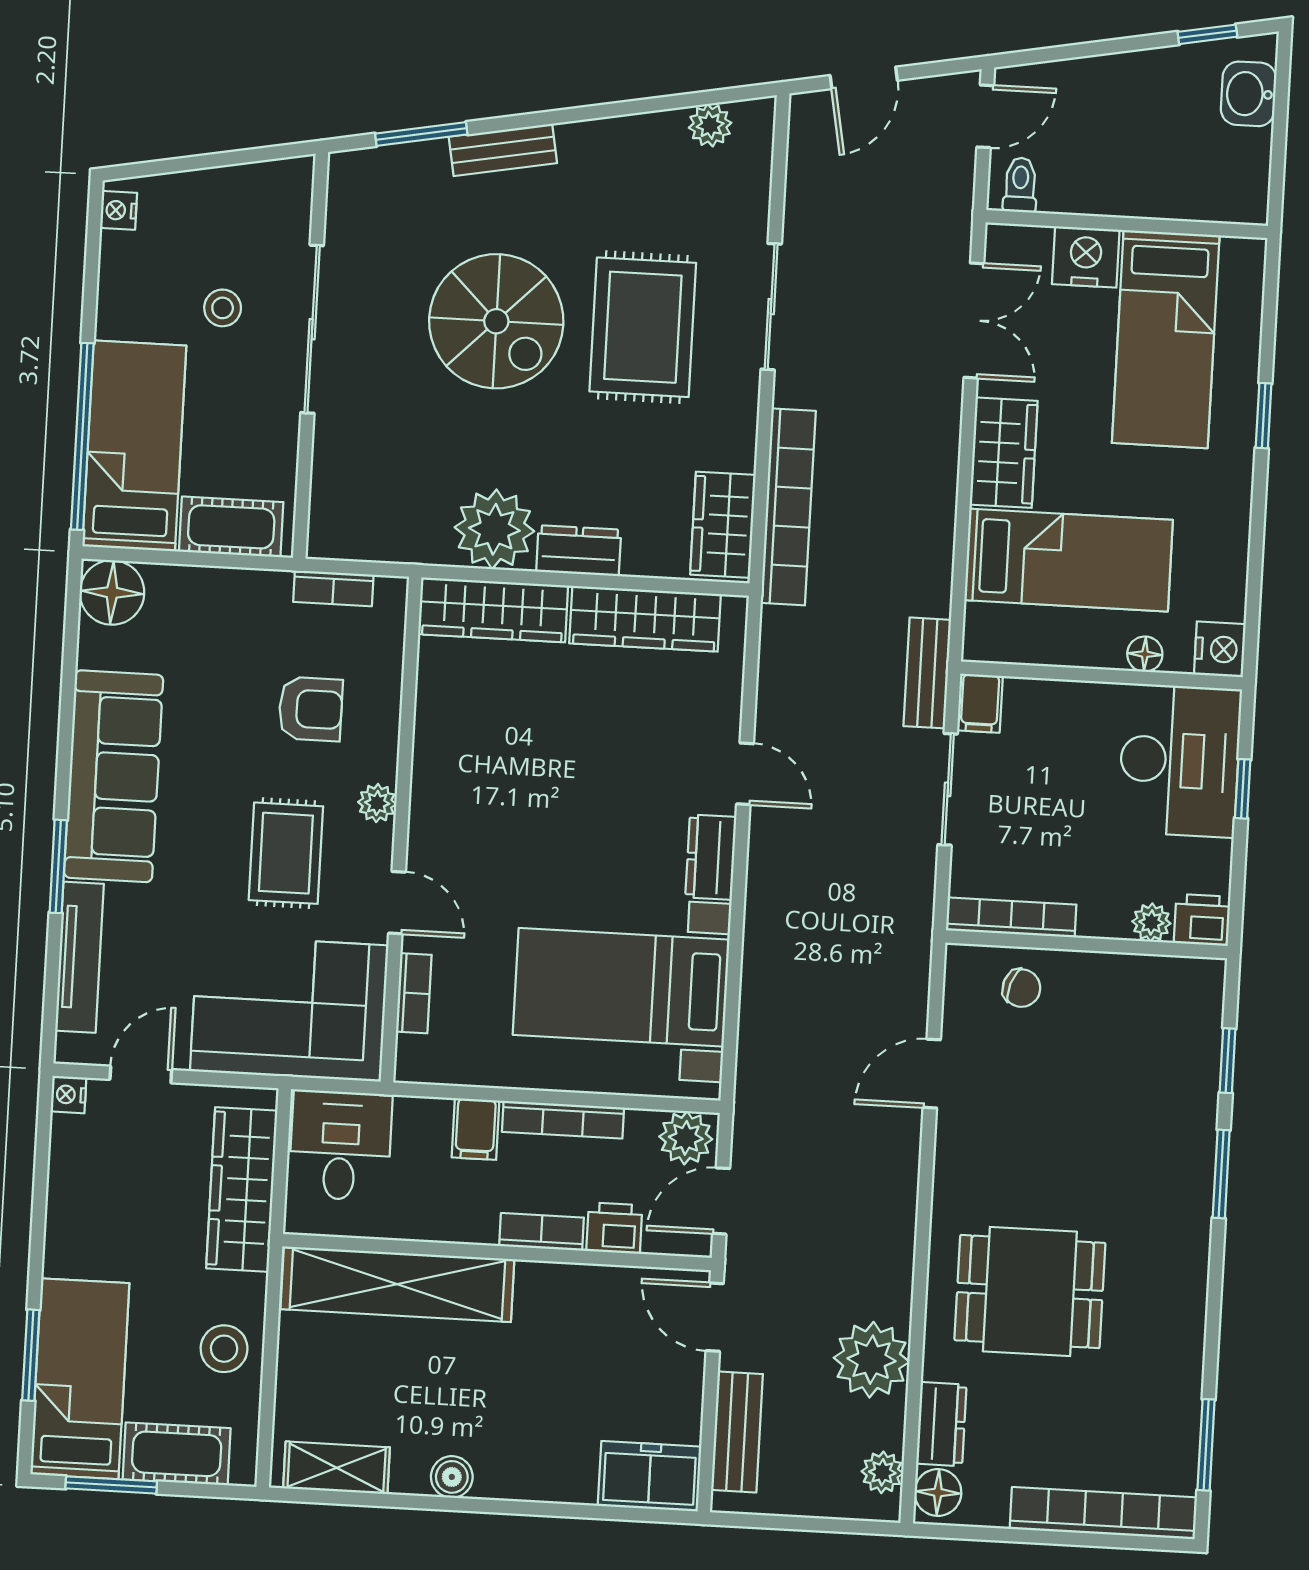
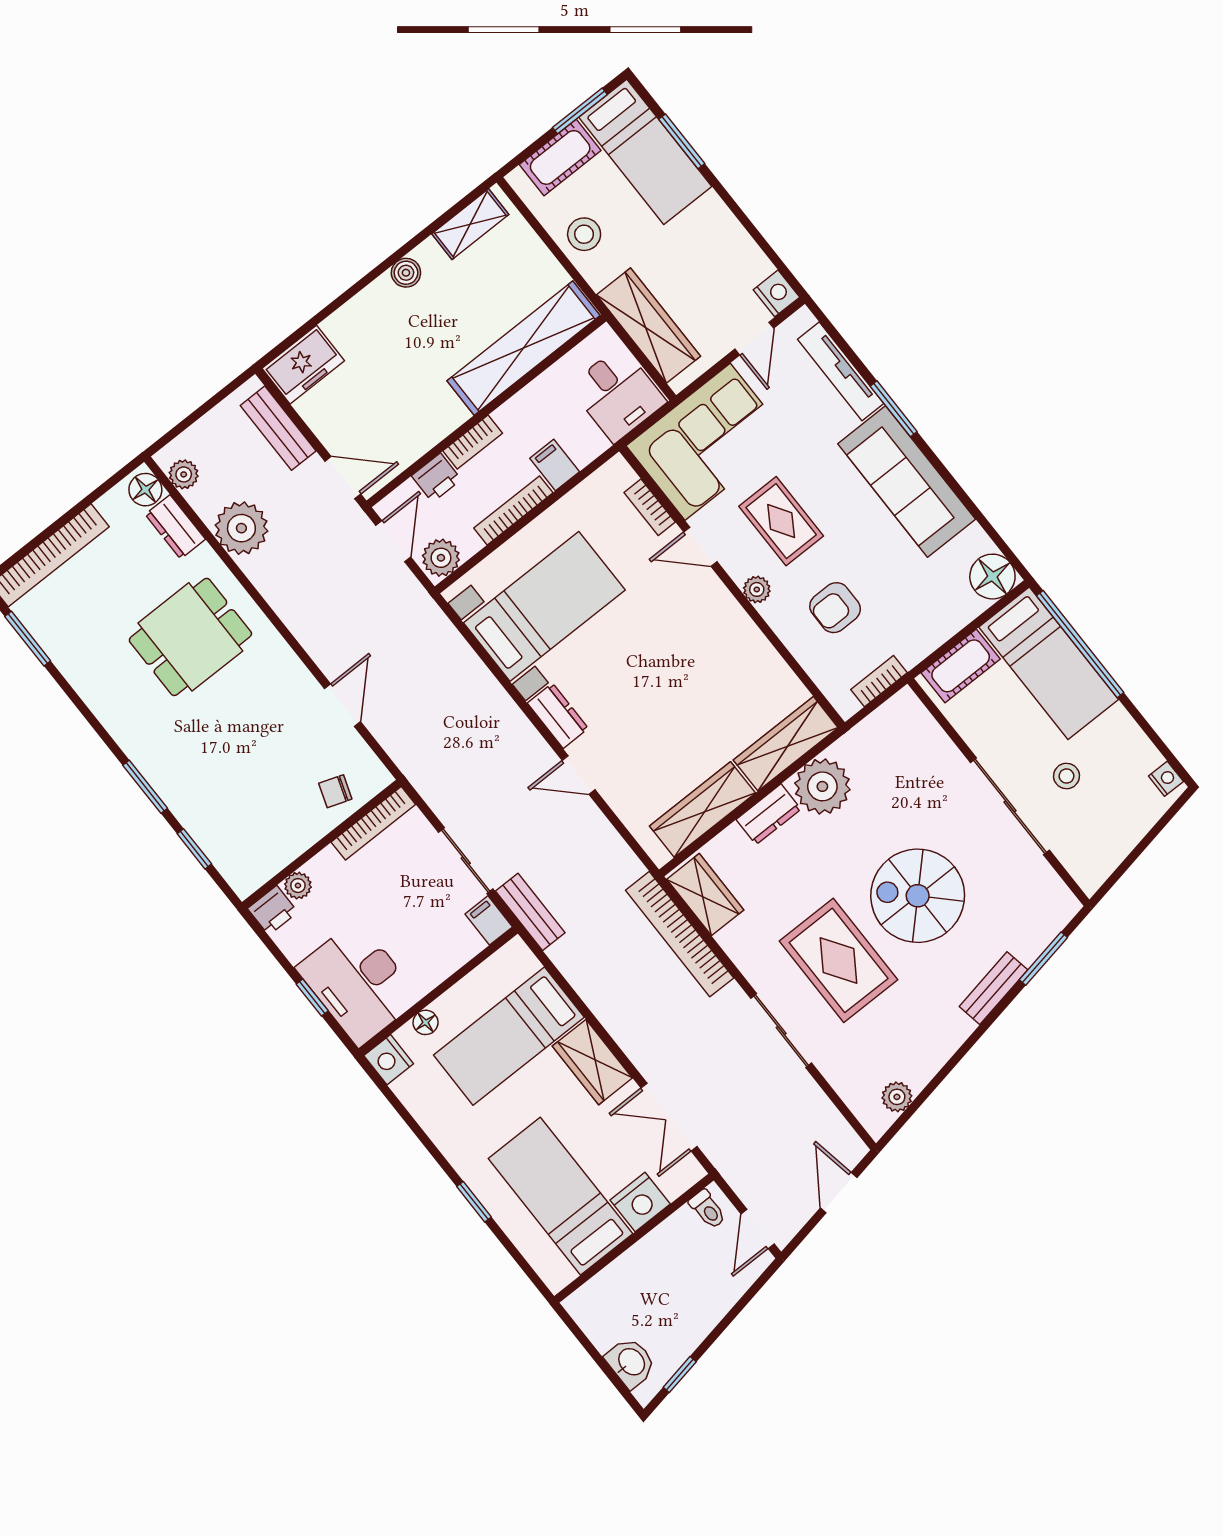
nightstand: (69, 1095) -> (776, 293), width x1.39, depth x1.35

